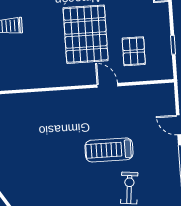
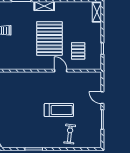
treadmill: (109, 150) -> (59, 110), turned 180

